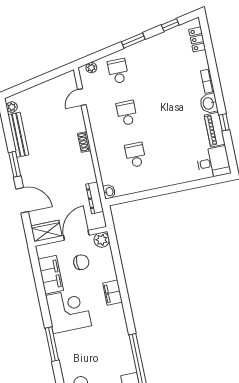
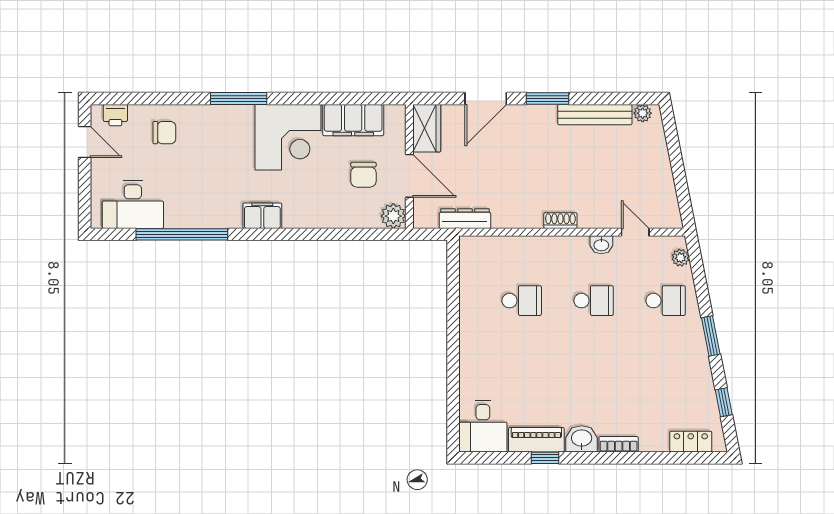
washbasin: (109, 192) -> (601, 245), moved
filing cabinet: (112, 293) -> (262, 216), moved

